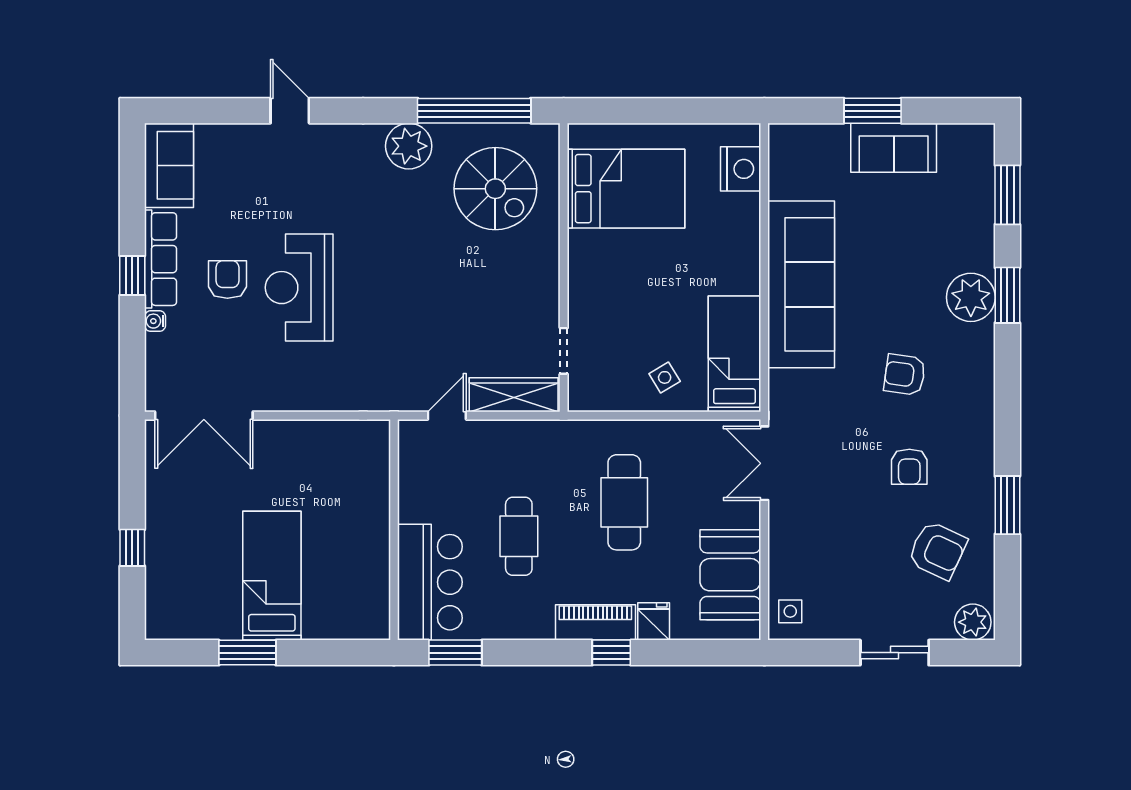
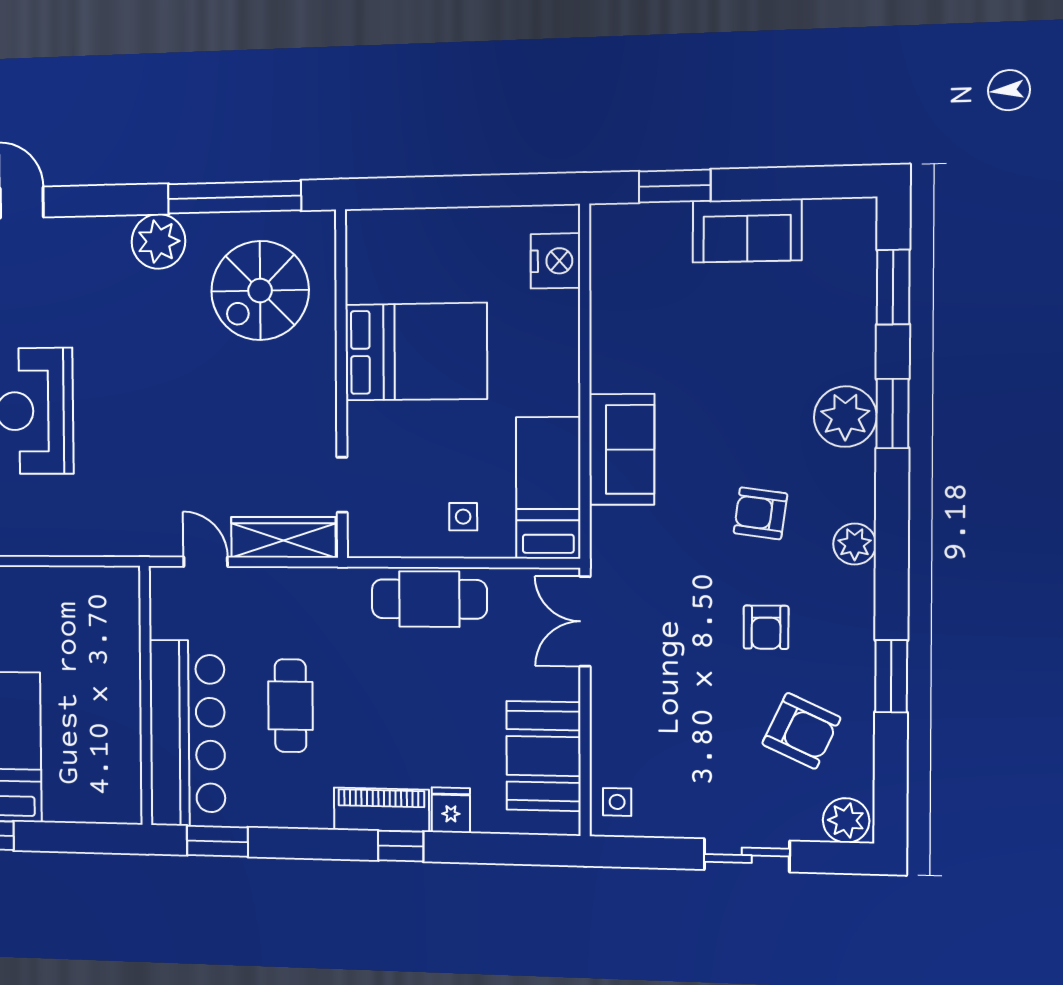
window: (873, 111) -> (675, 186), moved
spiral stairs: (495, 189) -> (260, 291), turned 90
bed: (626, 189) -> (416, 352), moved
sofa: (801, 284) -> (622, 449), width x0.54, depth x0.79
side table: (665, 377) -> (463, 517), turned 31
plant: (979, 399) -> (855, 544), added
door: (447, 416) -> (206, 562), hinge flipped
cafe table: (624, 502) -> (429, 599), moved, turned 90
bar counter: (430, 582) -> (187, 733), width x1.36

